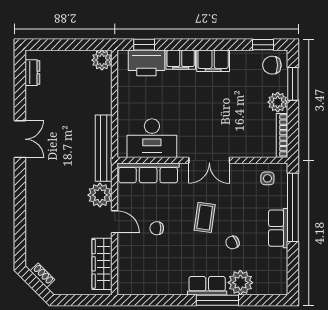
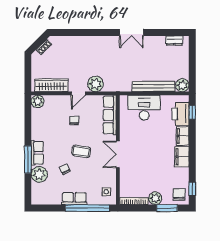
desk: (152, 138) -> (144, 108), moved, turned 90
bench: (104, 148) -> (153, 86), moved
plant: (127, 285) -> (38, 101), added

